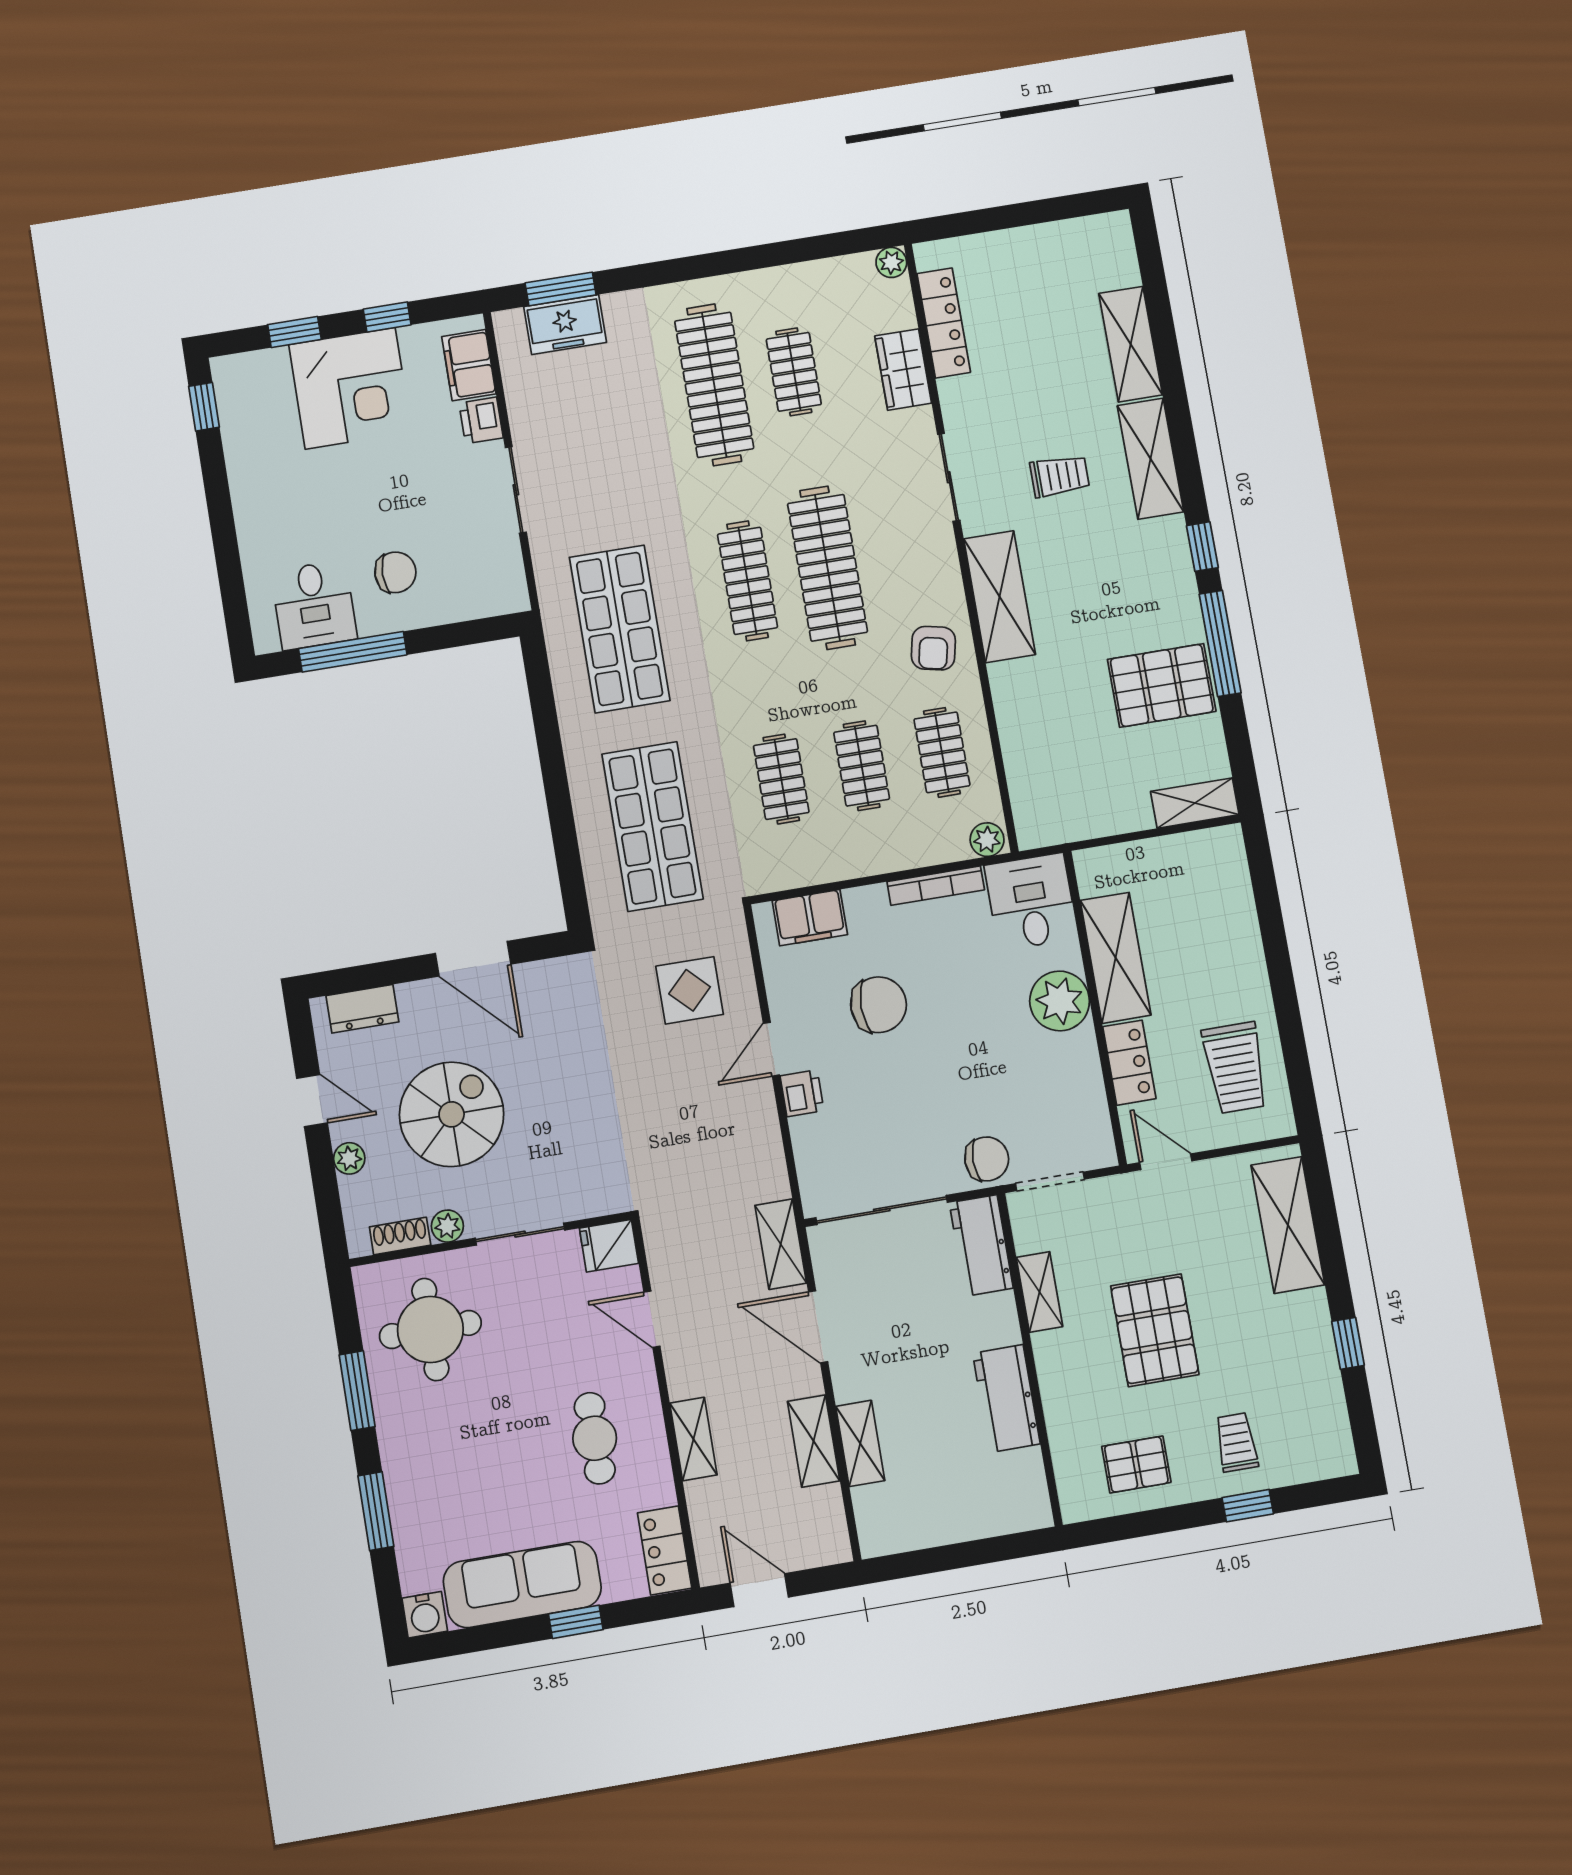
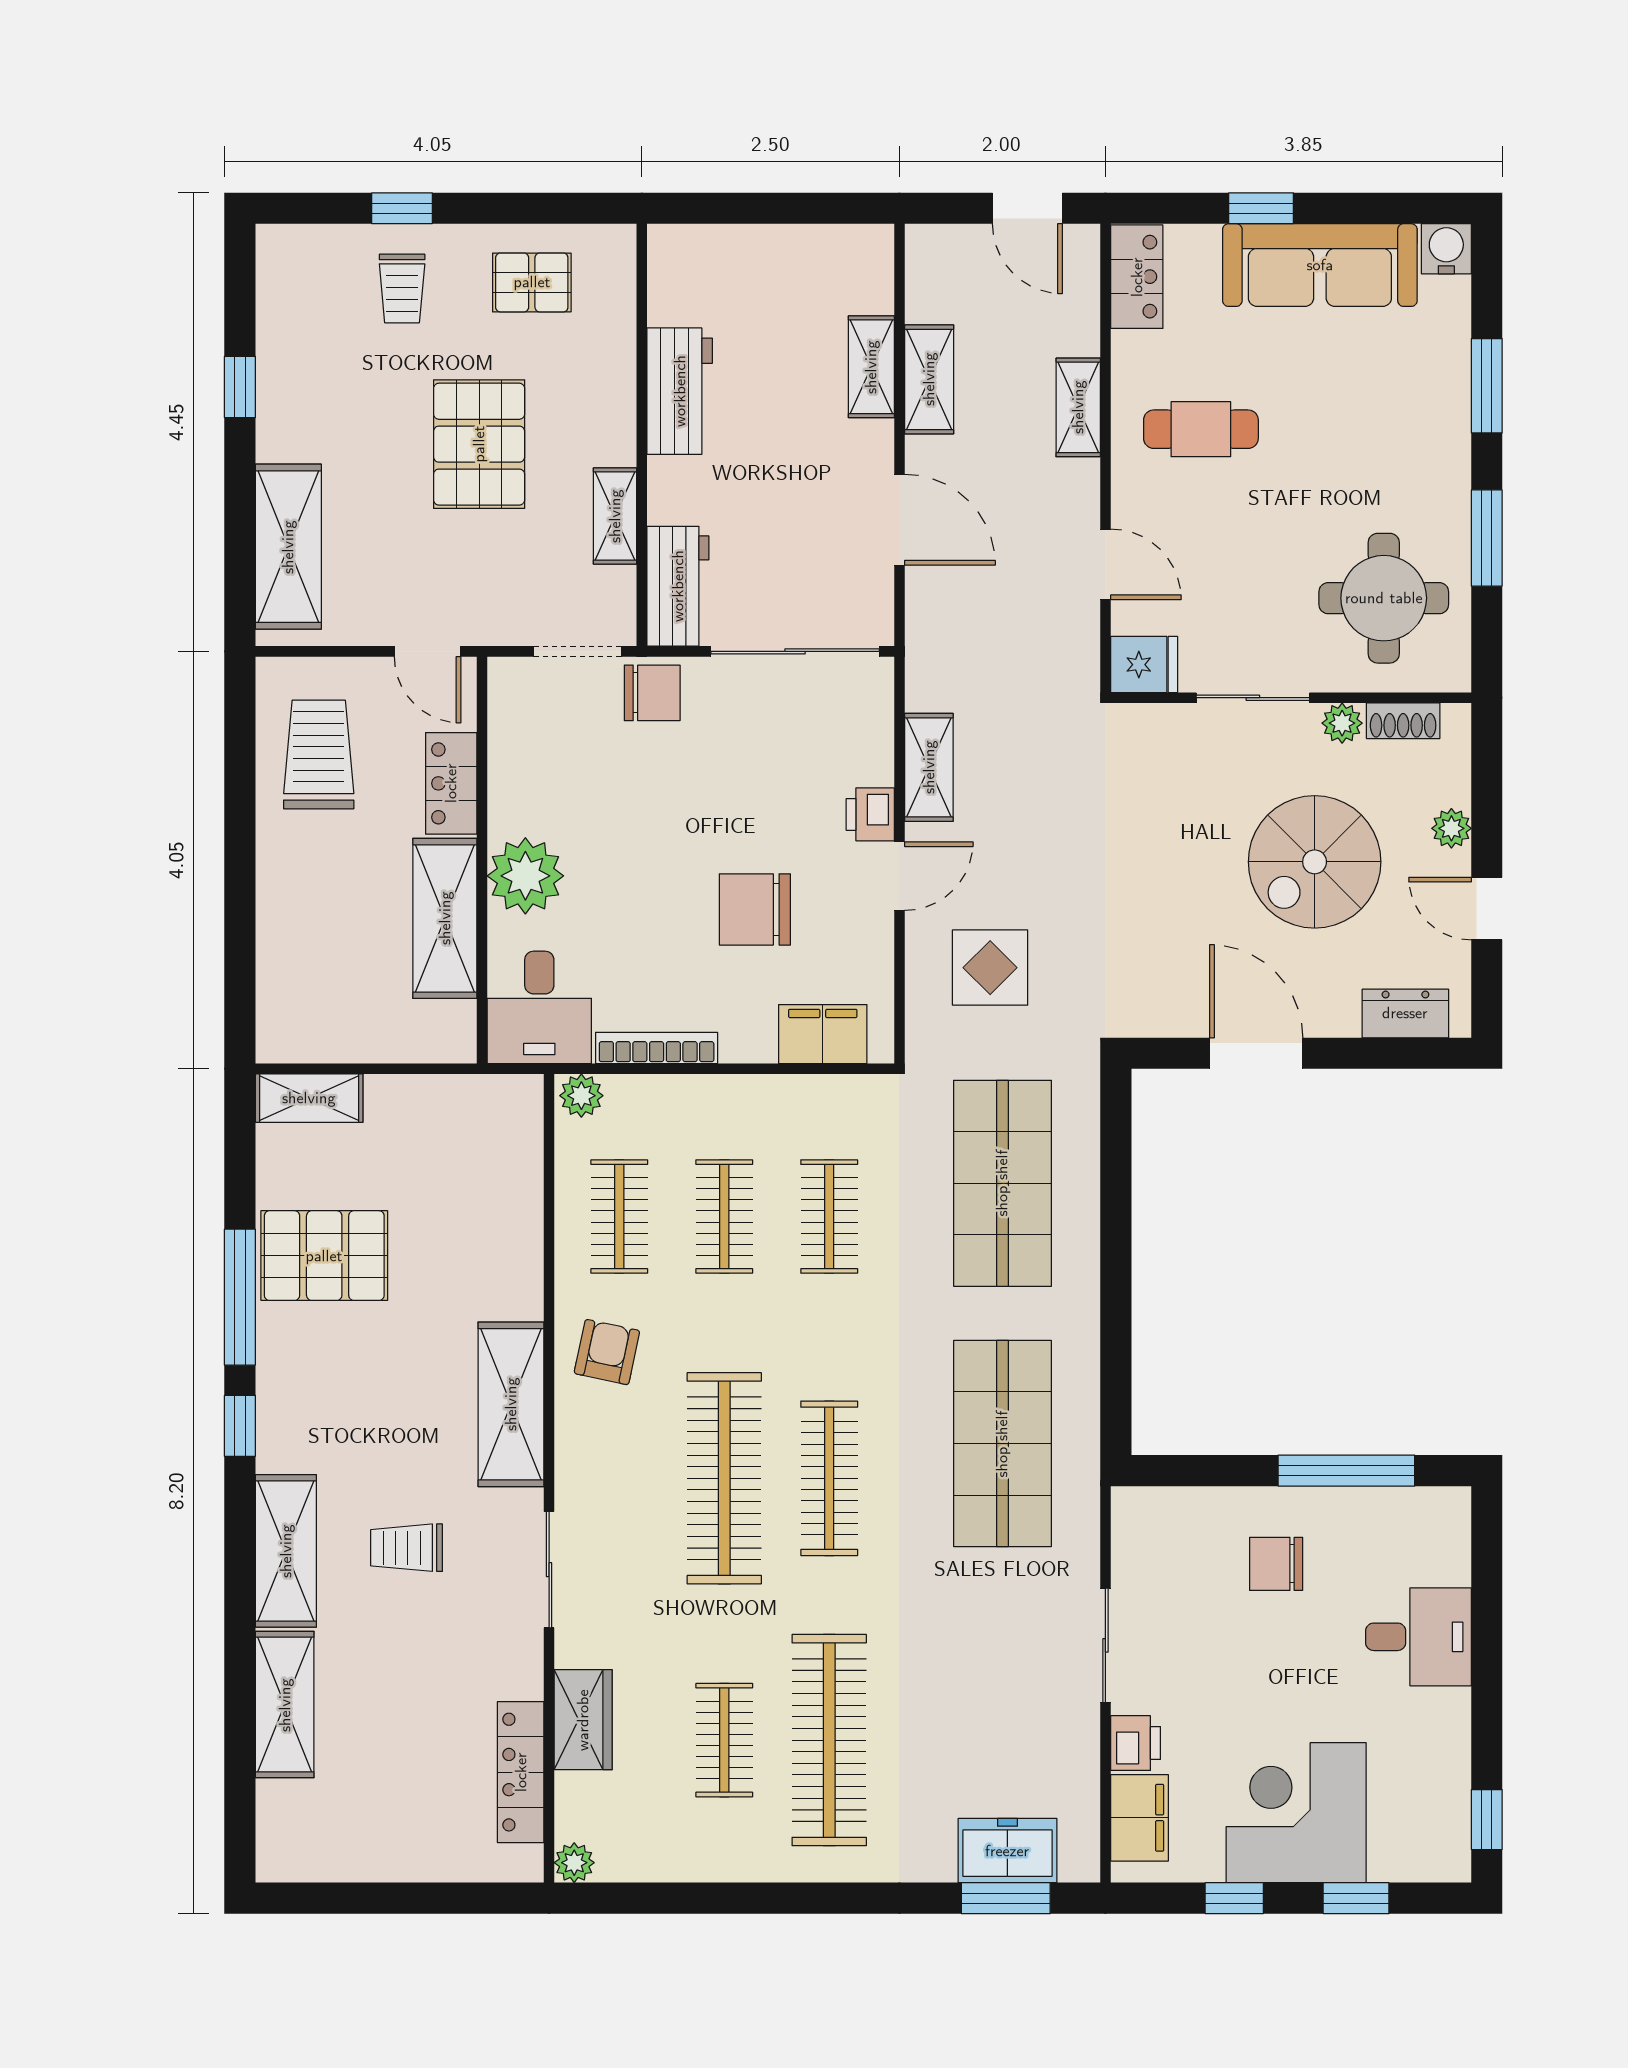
desk: (314, 605) -> (1418, 1637), moved, turned 90
chair: (987, 1159) -> (652, 693), turned 180
shelving: (781, 1244) -> (929, 767), moved
cafe table: (595, 1438) -> (1201, 429), turned 90

